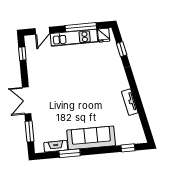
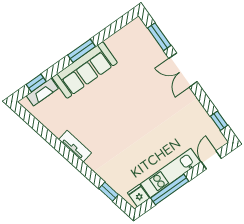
double door: (27, 101) -> (183, 70), swing flipped
tv unit: (130, 102) -> (75, 146), moved
fireplace: (56, 146) -> (42, 92), moved
window: (70, 153) -> (82, 51), moved

